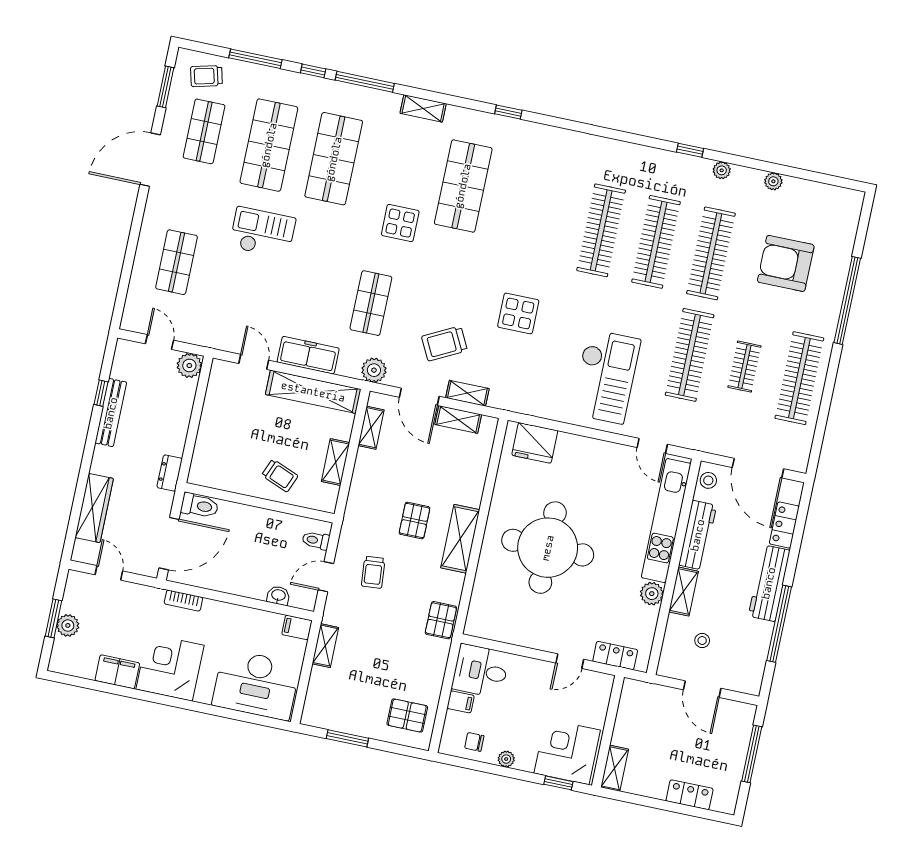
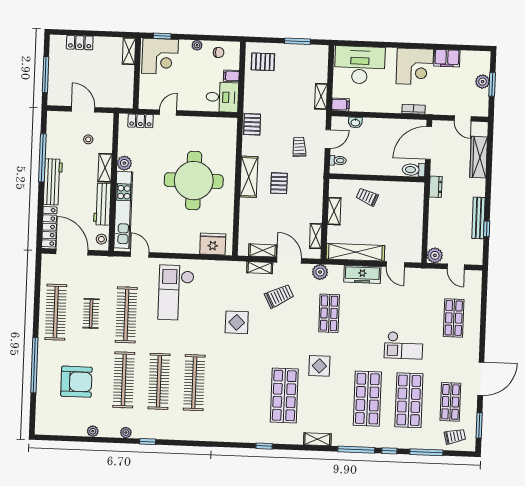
locker: (784, 525) -> (49, 227), width x1.53

